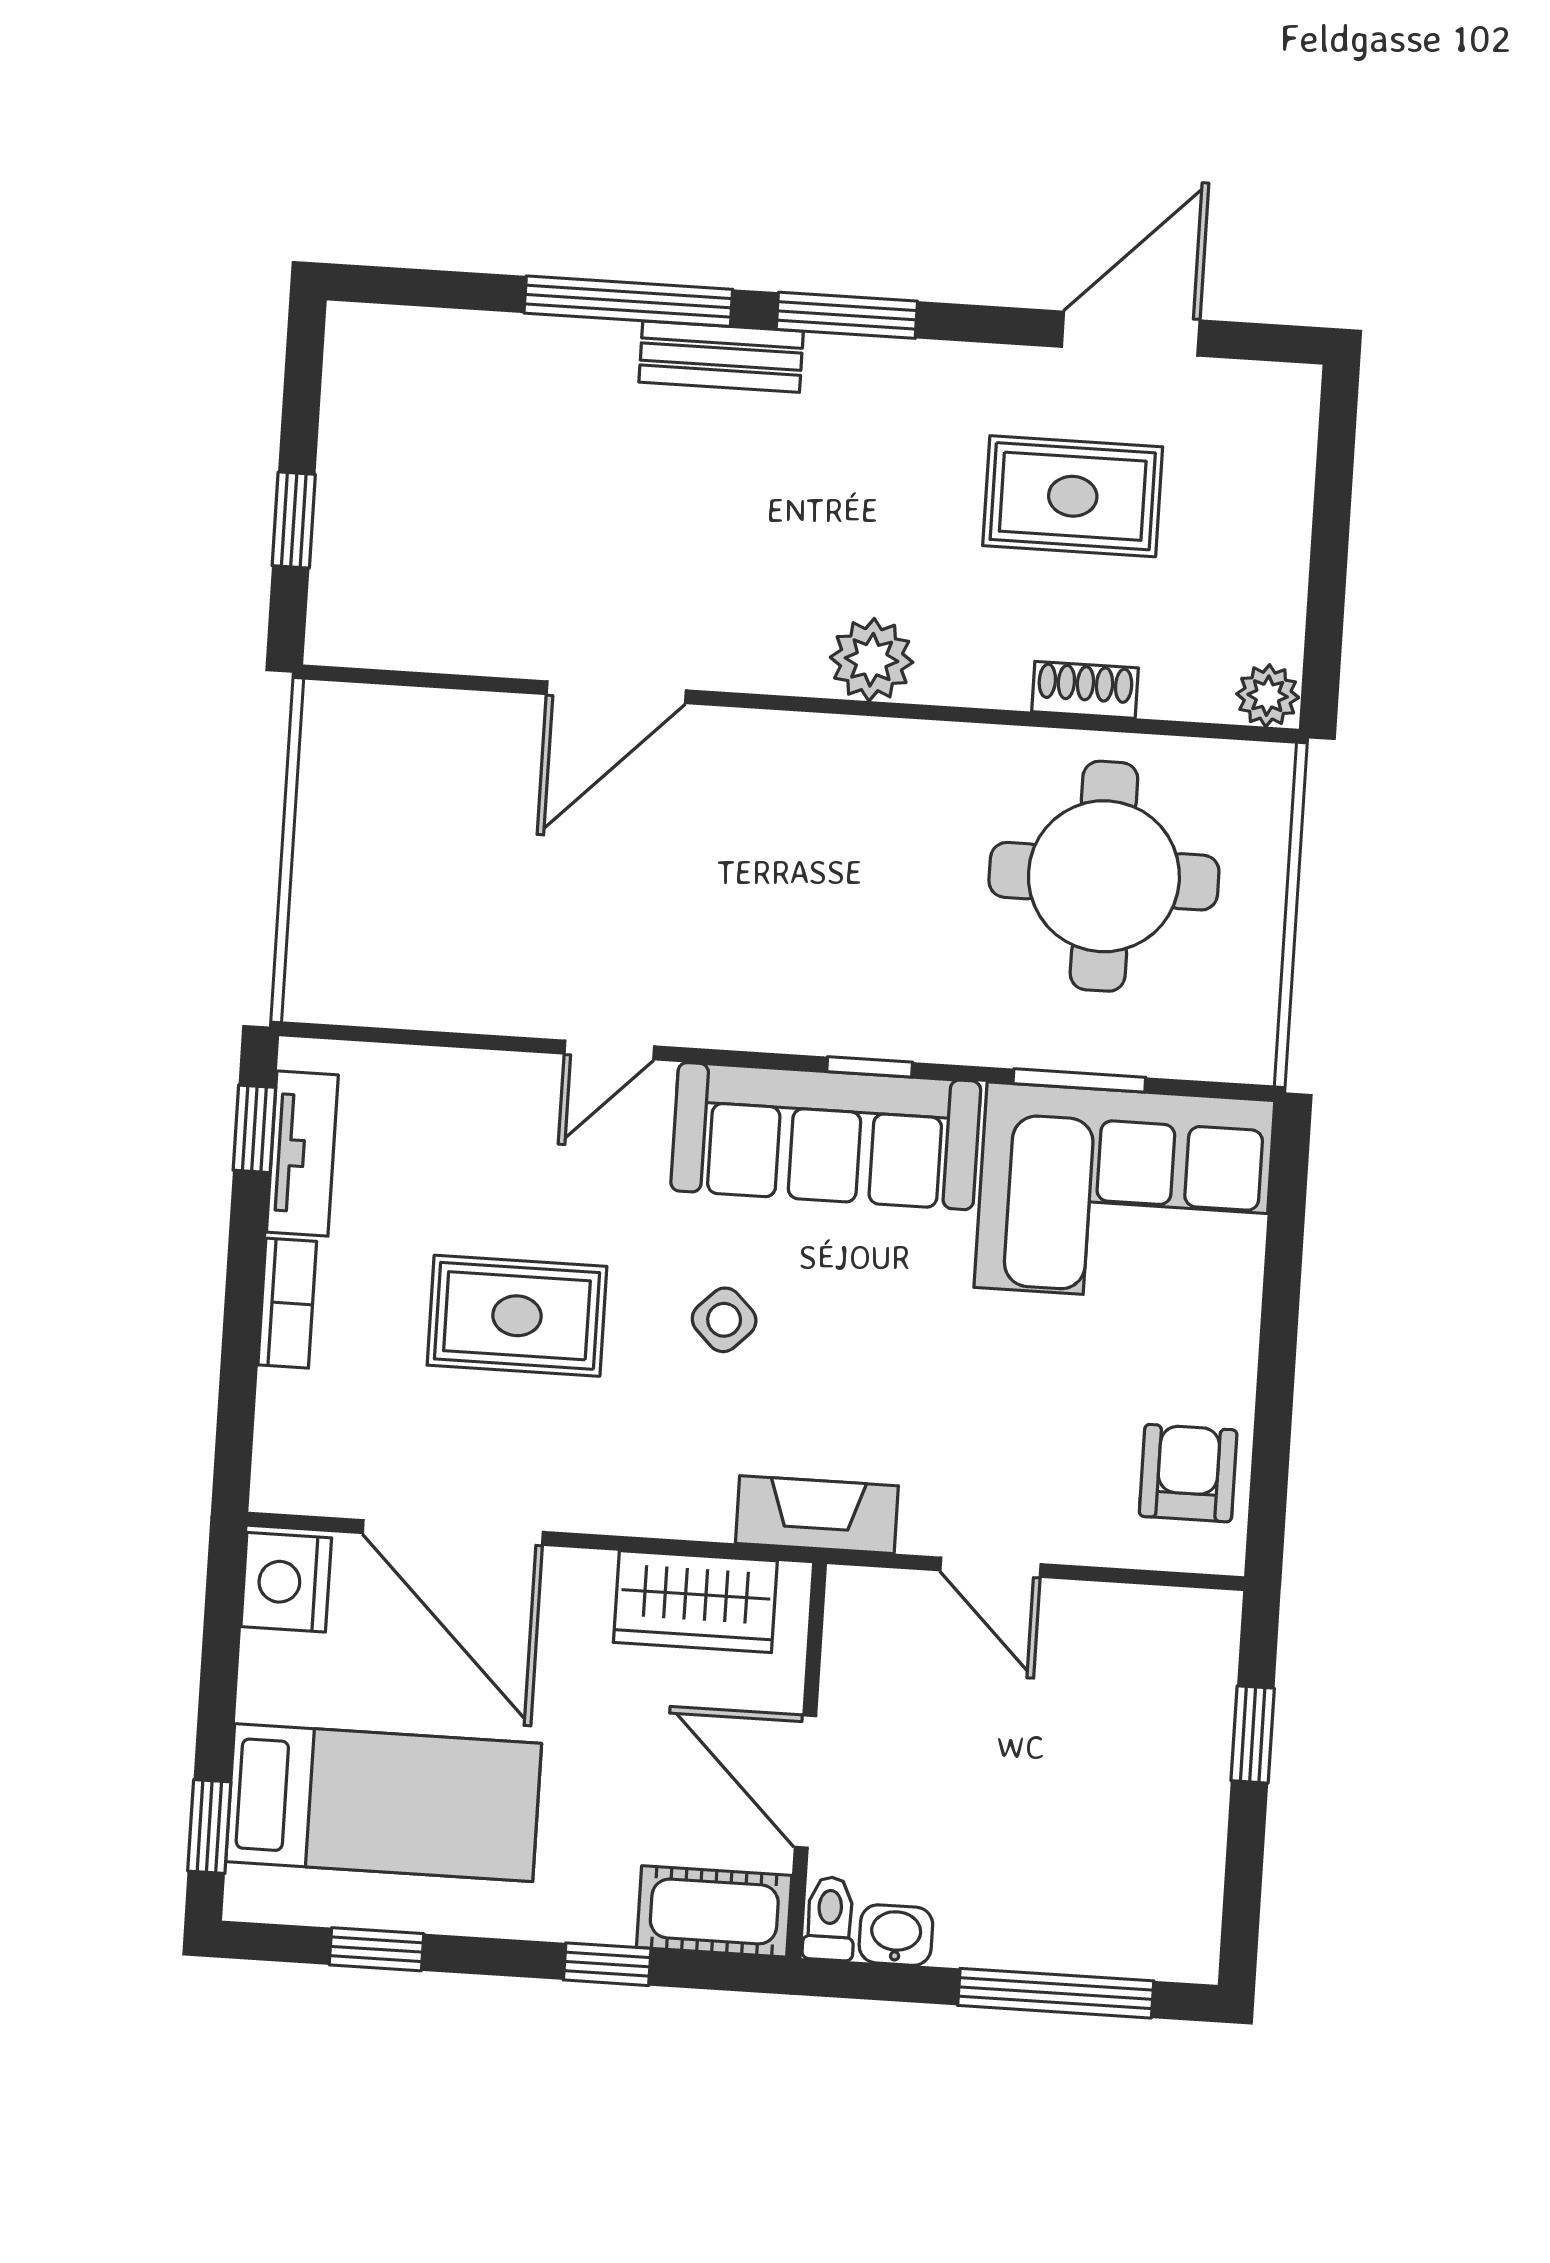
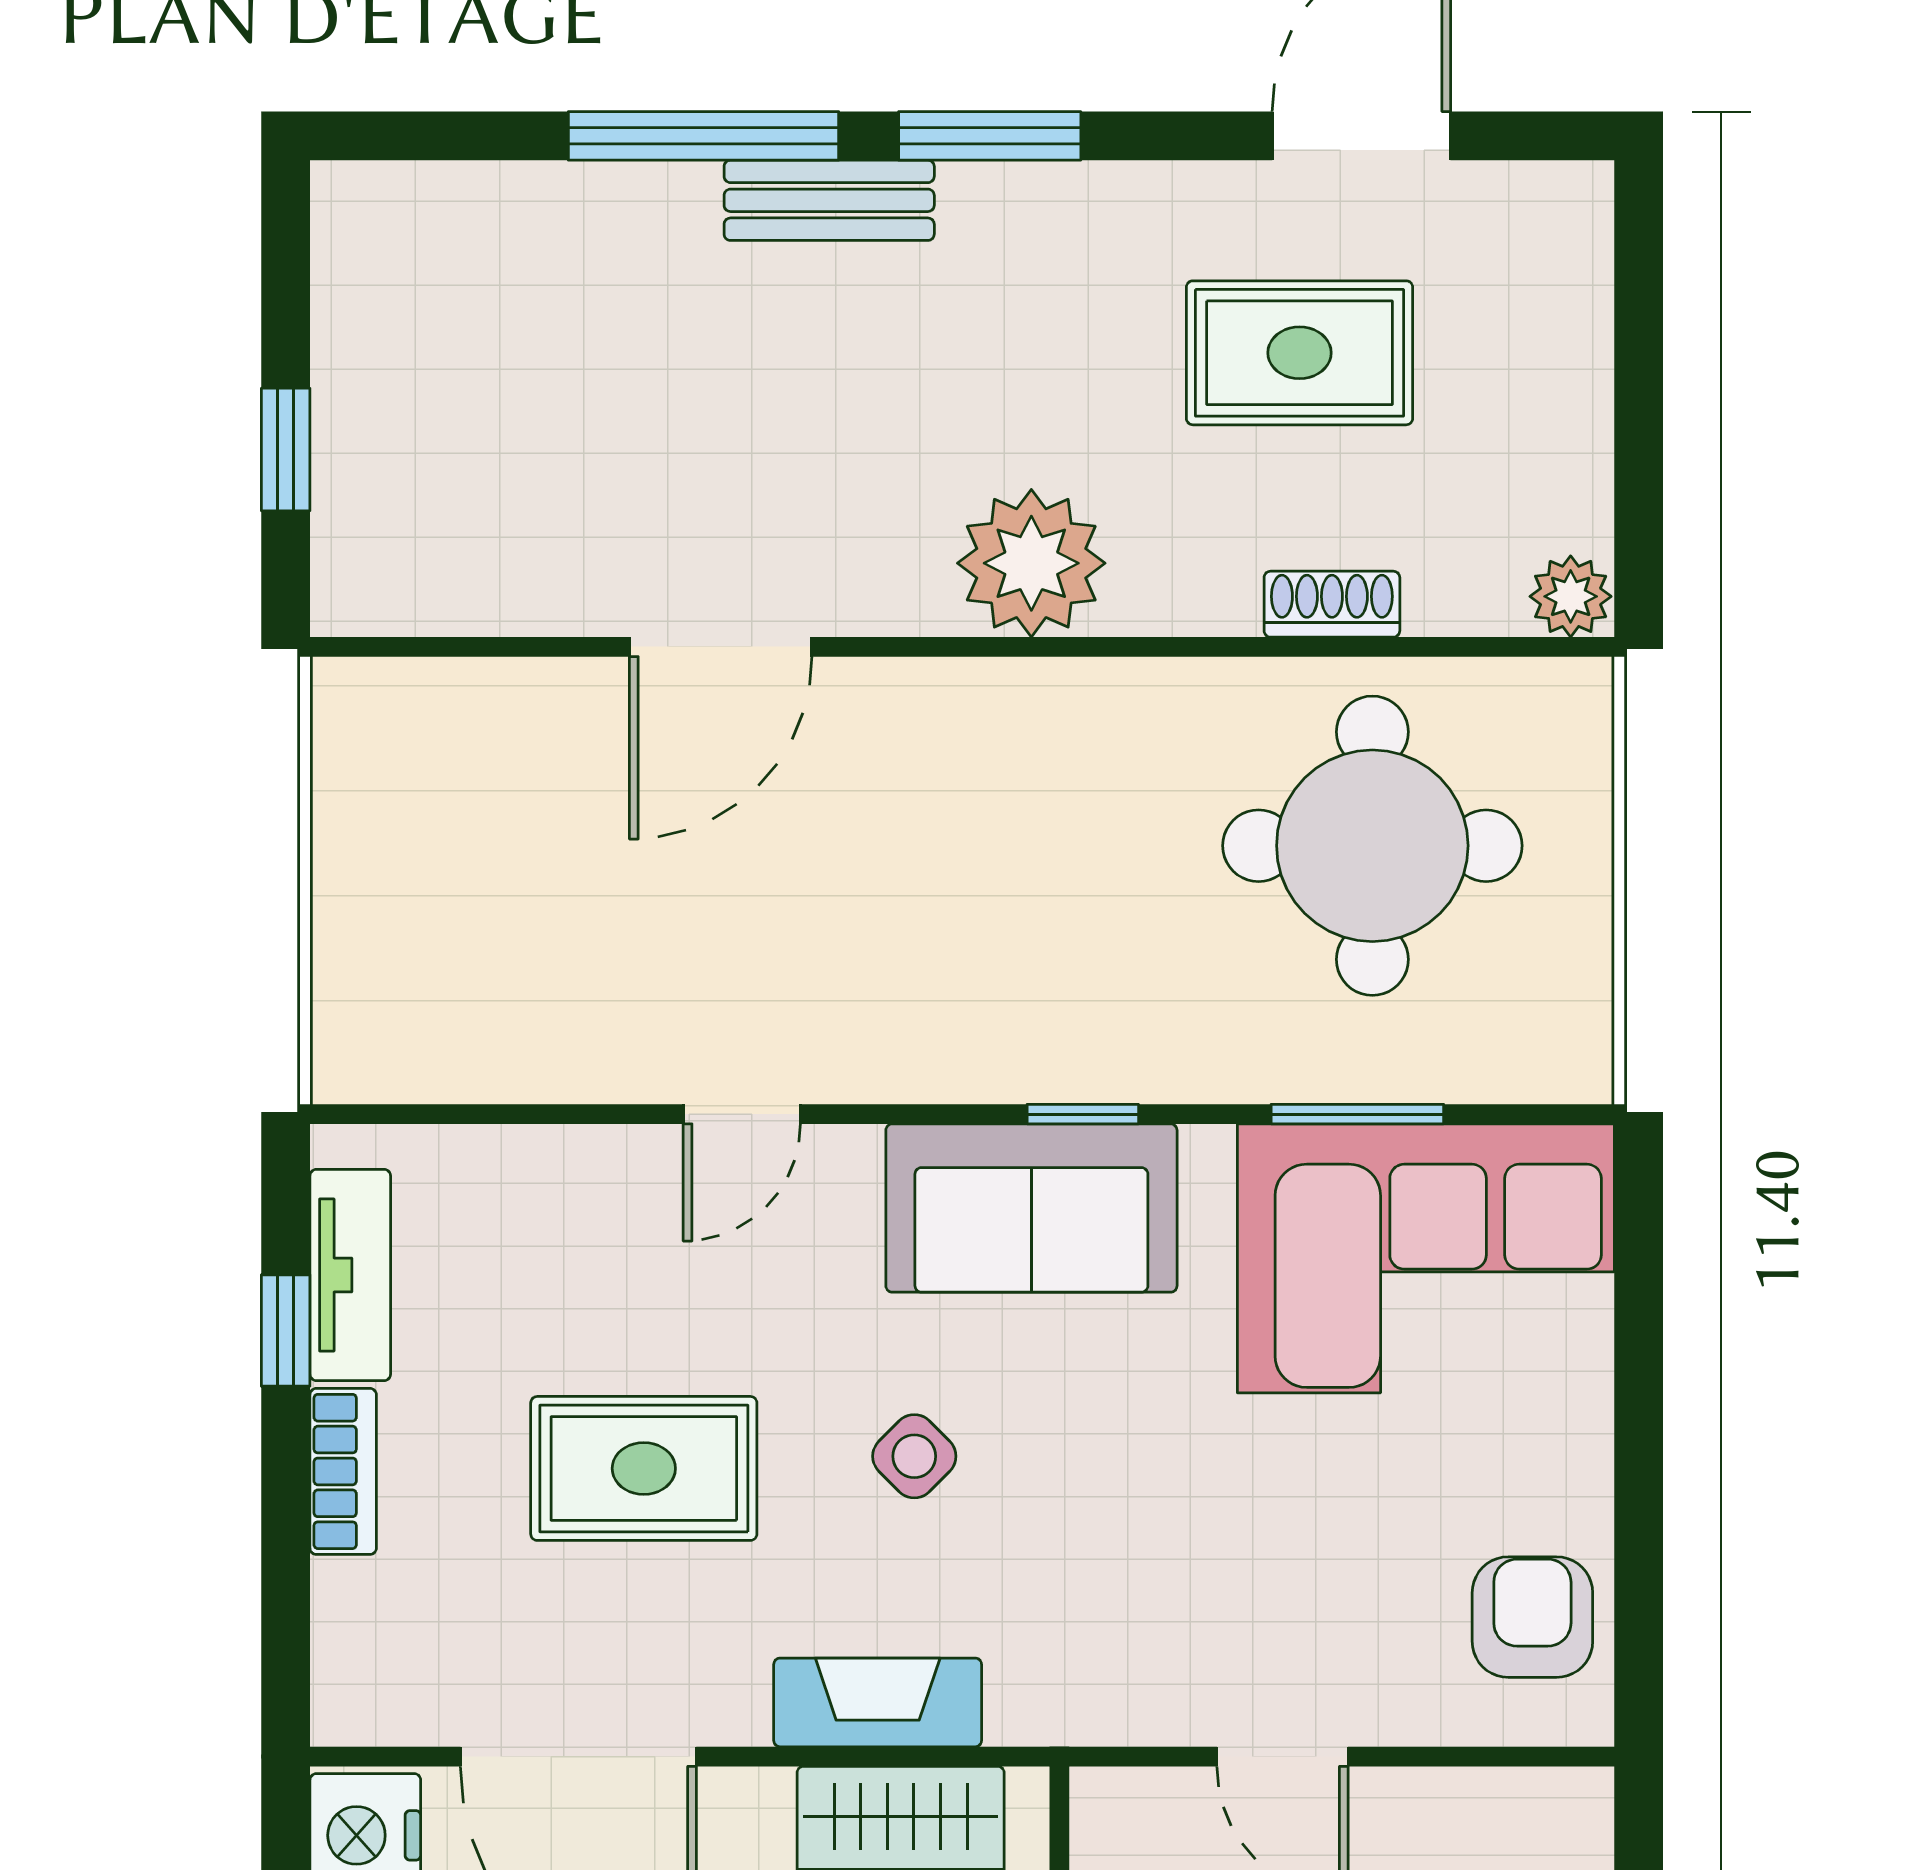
plant: (872, 660) -> (1031, 563), width x1.36, depth x1.36
window: (254, 1129) -> (286, 1330), moved
sofa: (826, 1136) -> (1031, 1208), width x0.73
fireplace: (817, 1515) -> (878, 1702), moved

